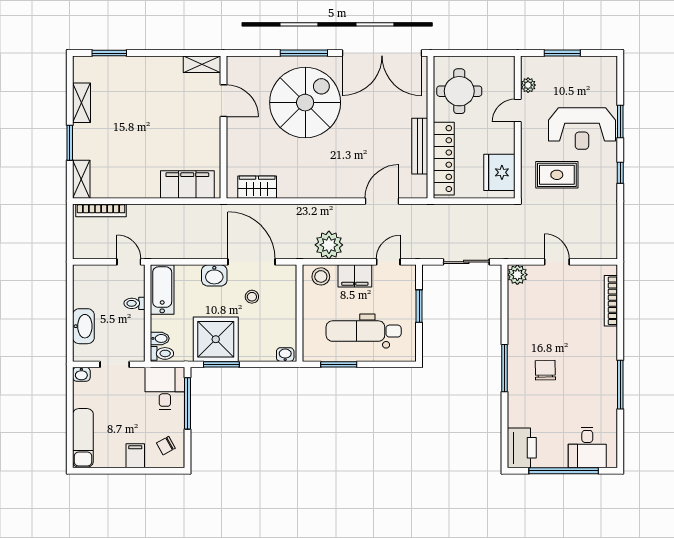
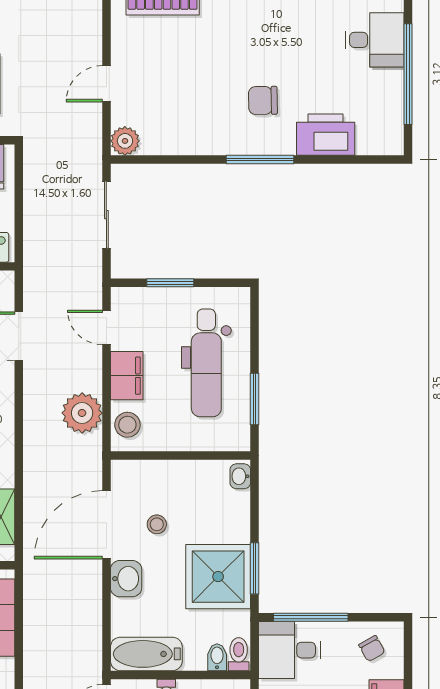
printer: (522, 448) -> (326, 135), moved

